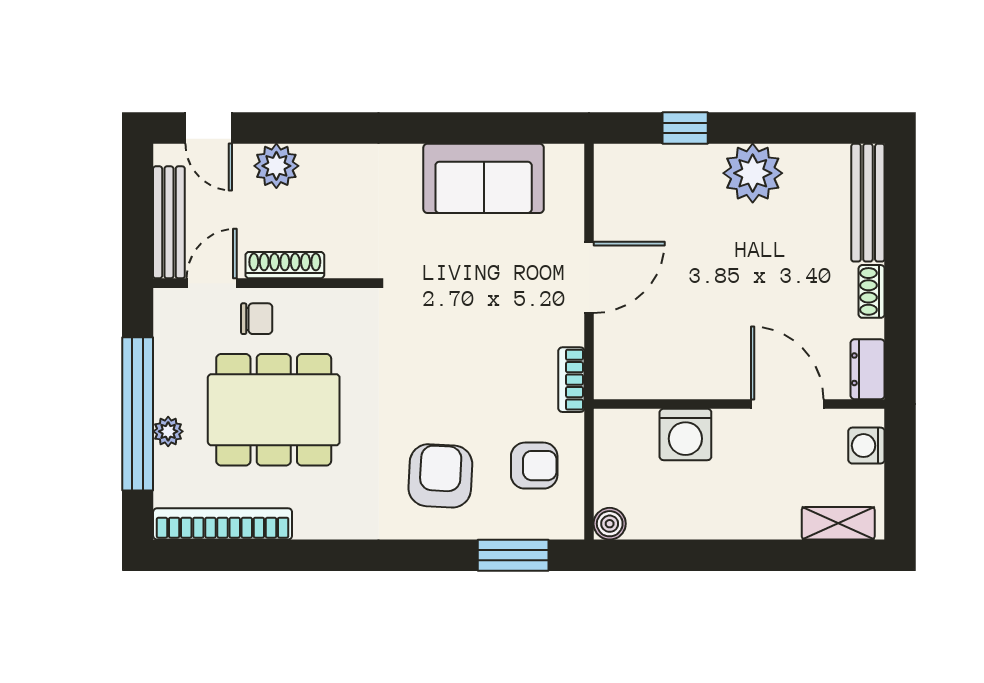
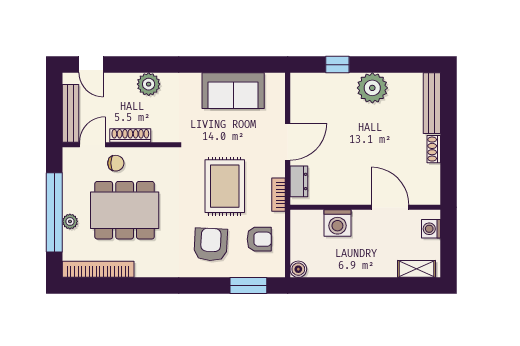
plant: (276, 166) -> (149, 84), moved
rug: (467, 363) -> (225, 186), added
dresser: (868, 369) -> (299, 181), moved, turned 180

